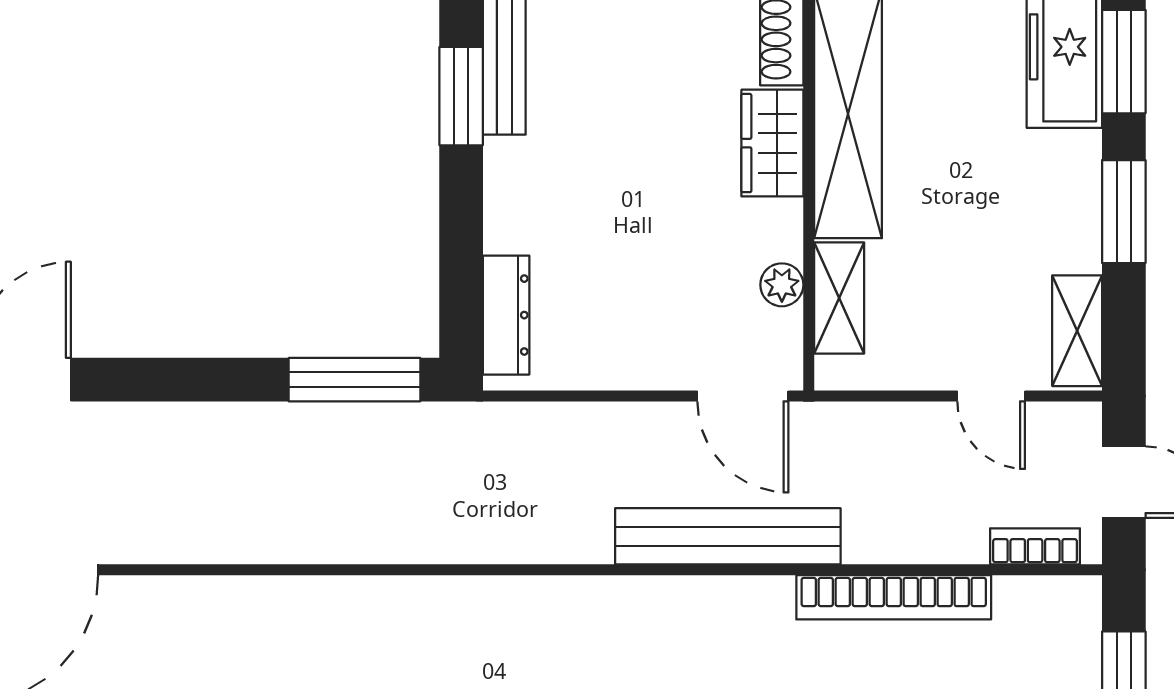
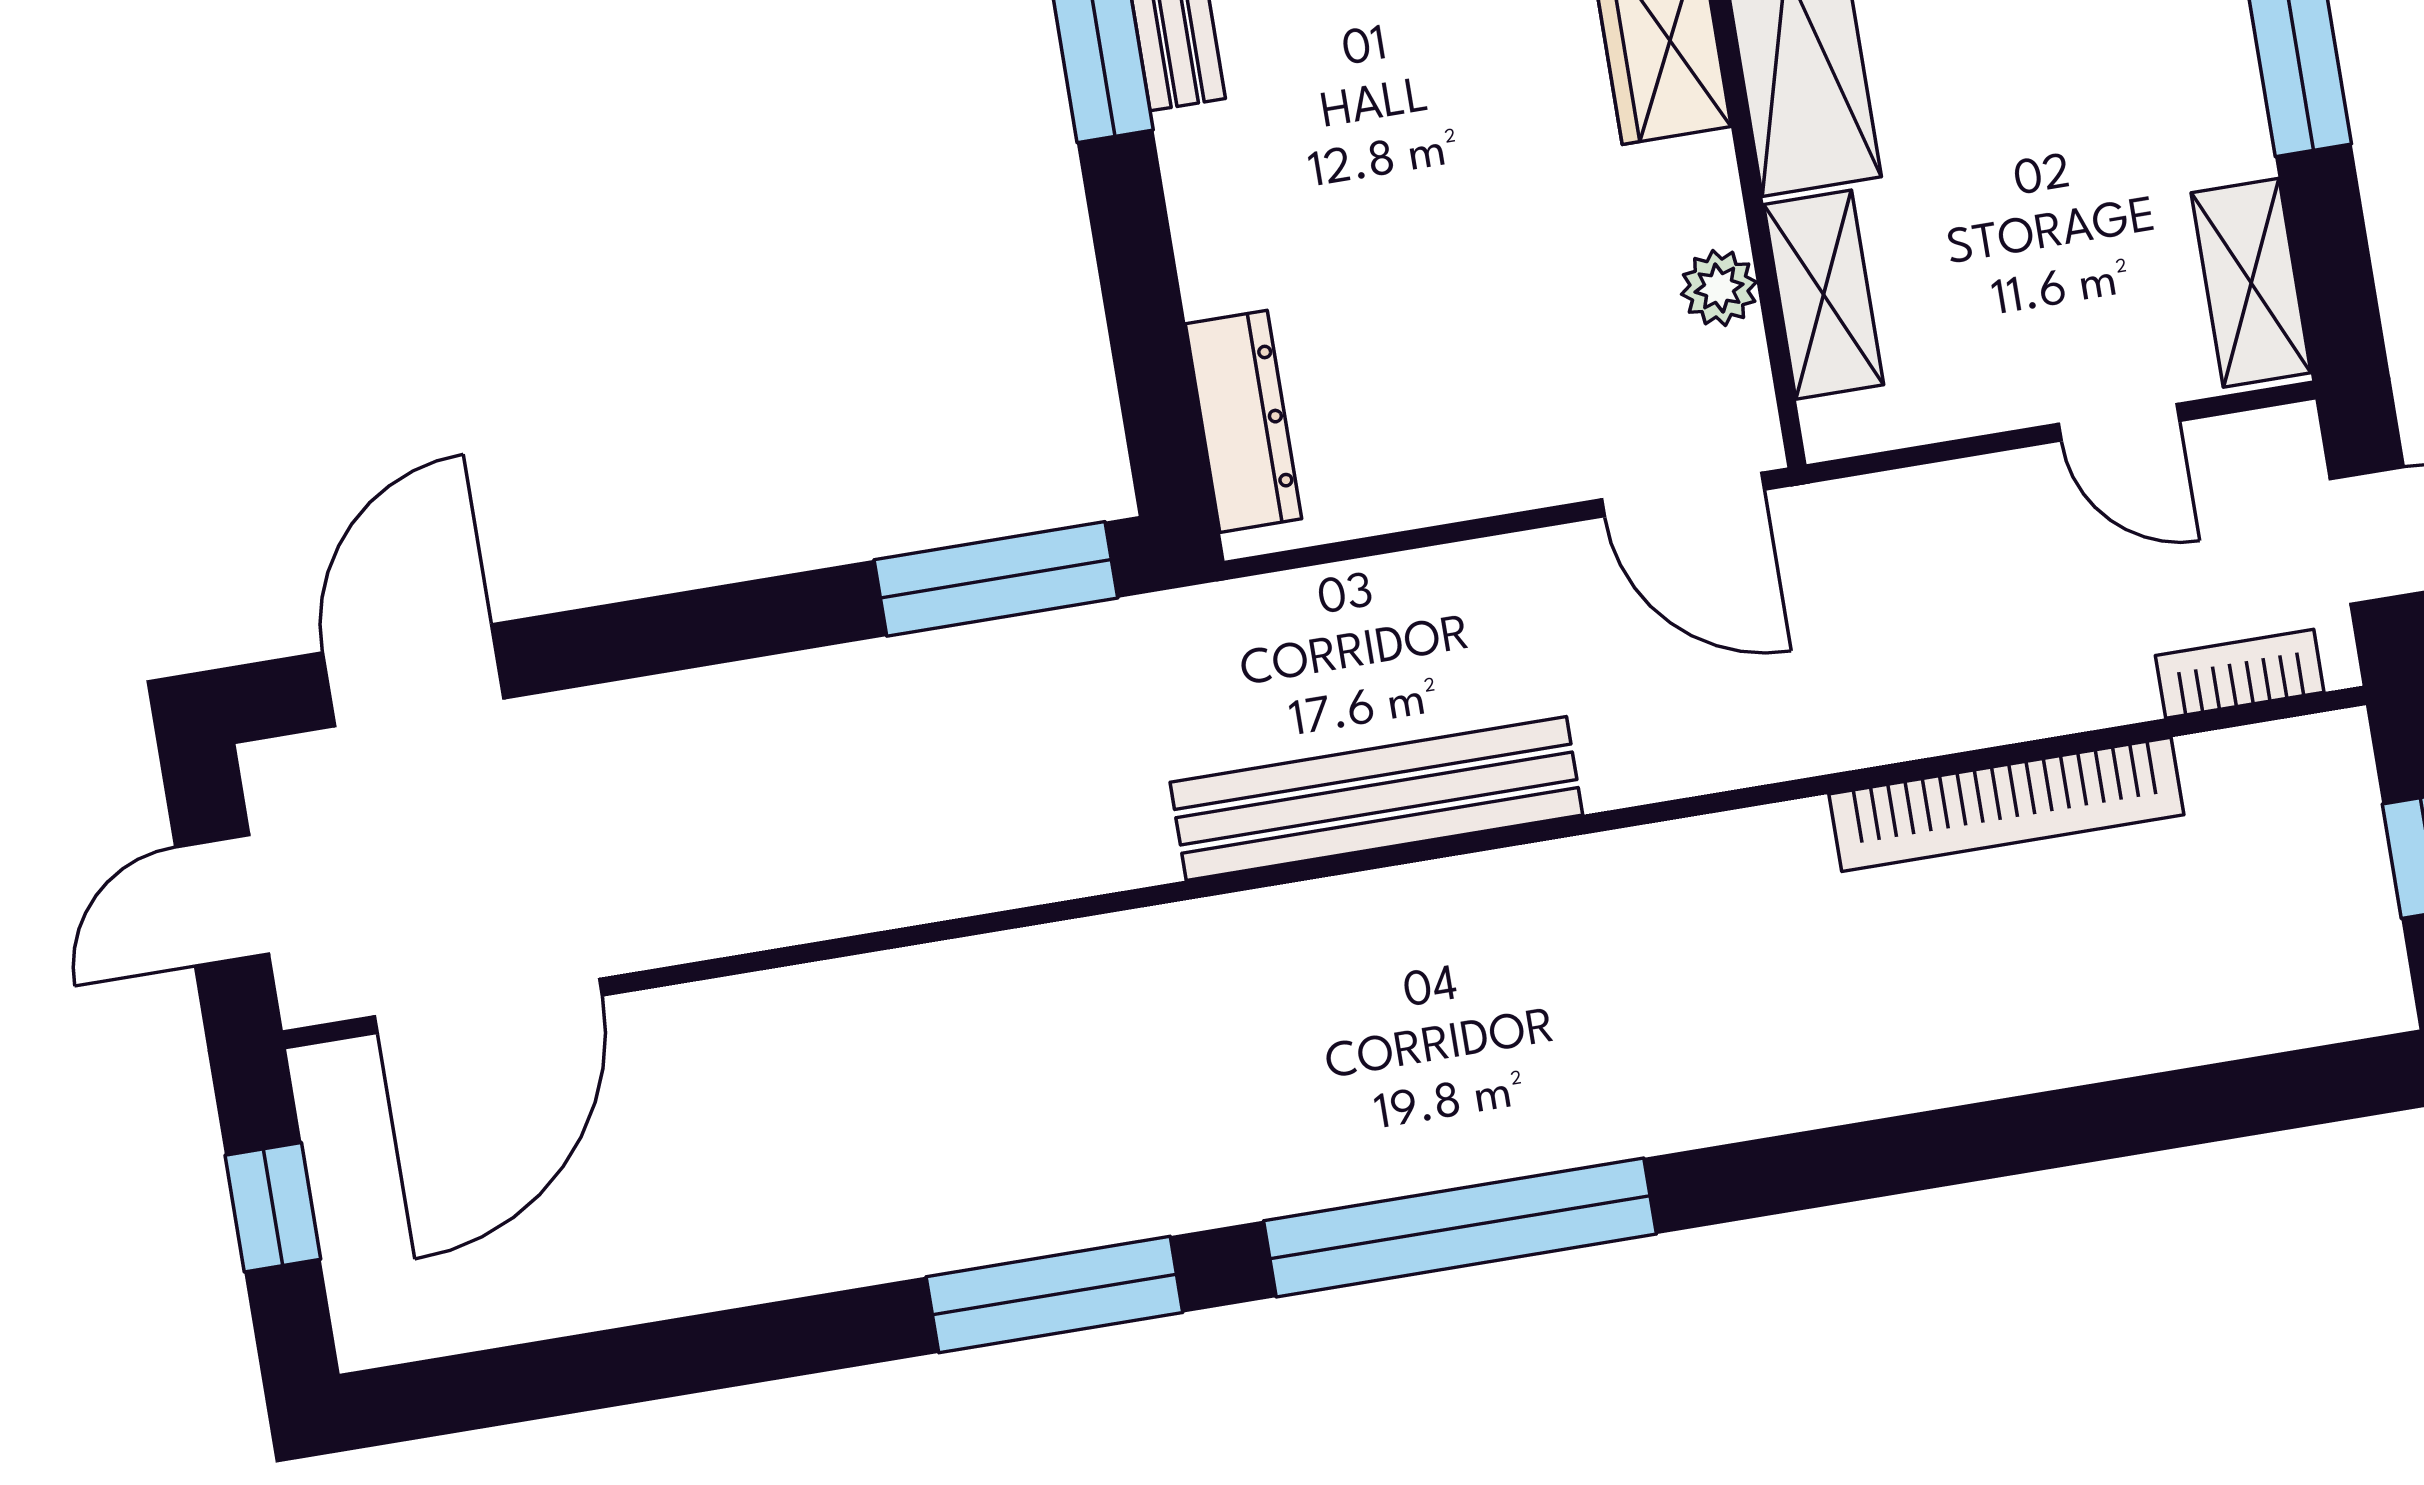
bench: (728, 536) -> (1376, 799), moved

